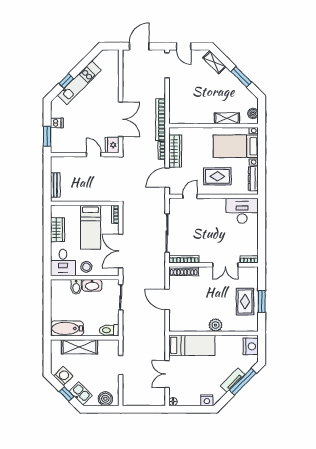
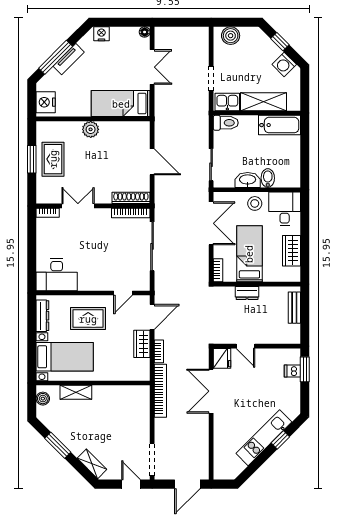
dishwasher: (57, 123) -> (292, 371), moved
wardrobe: (175, 151) -> (142, 344), width x0.67
dresser: (92, 196) -> (247, 293), added
kitchen sink: (81, 393) -> (227, 102), moved, turned 135

